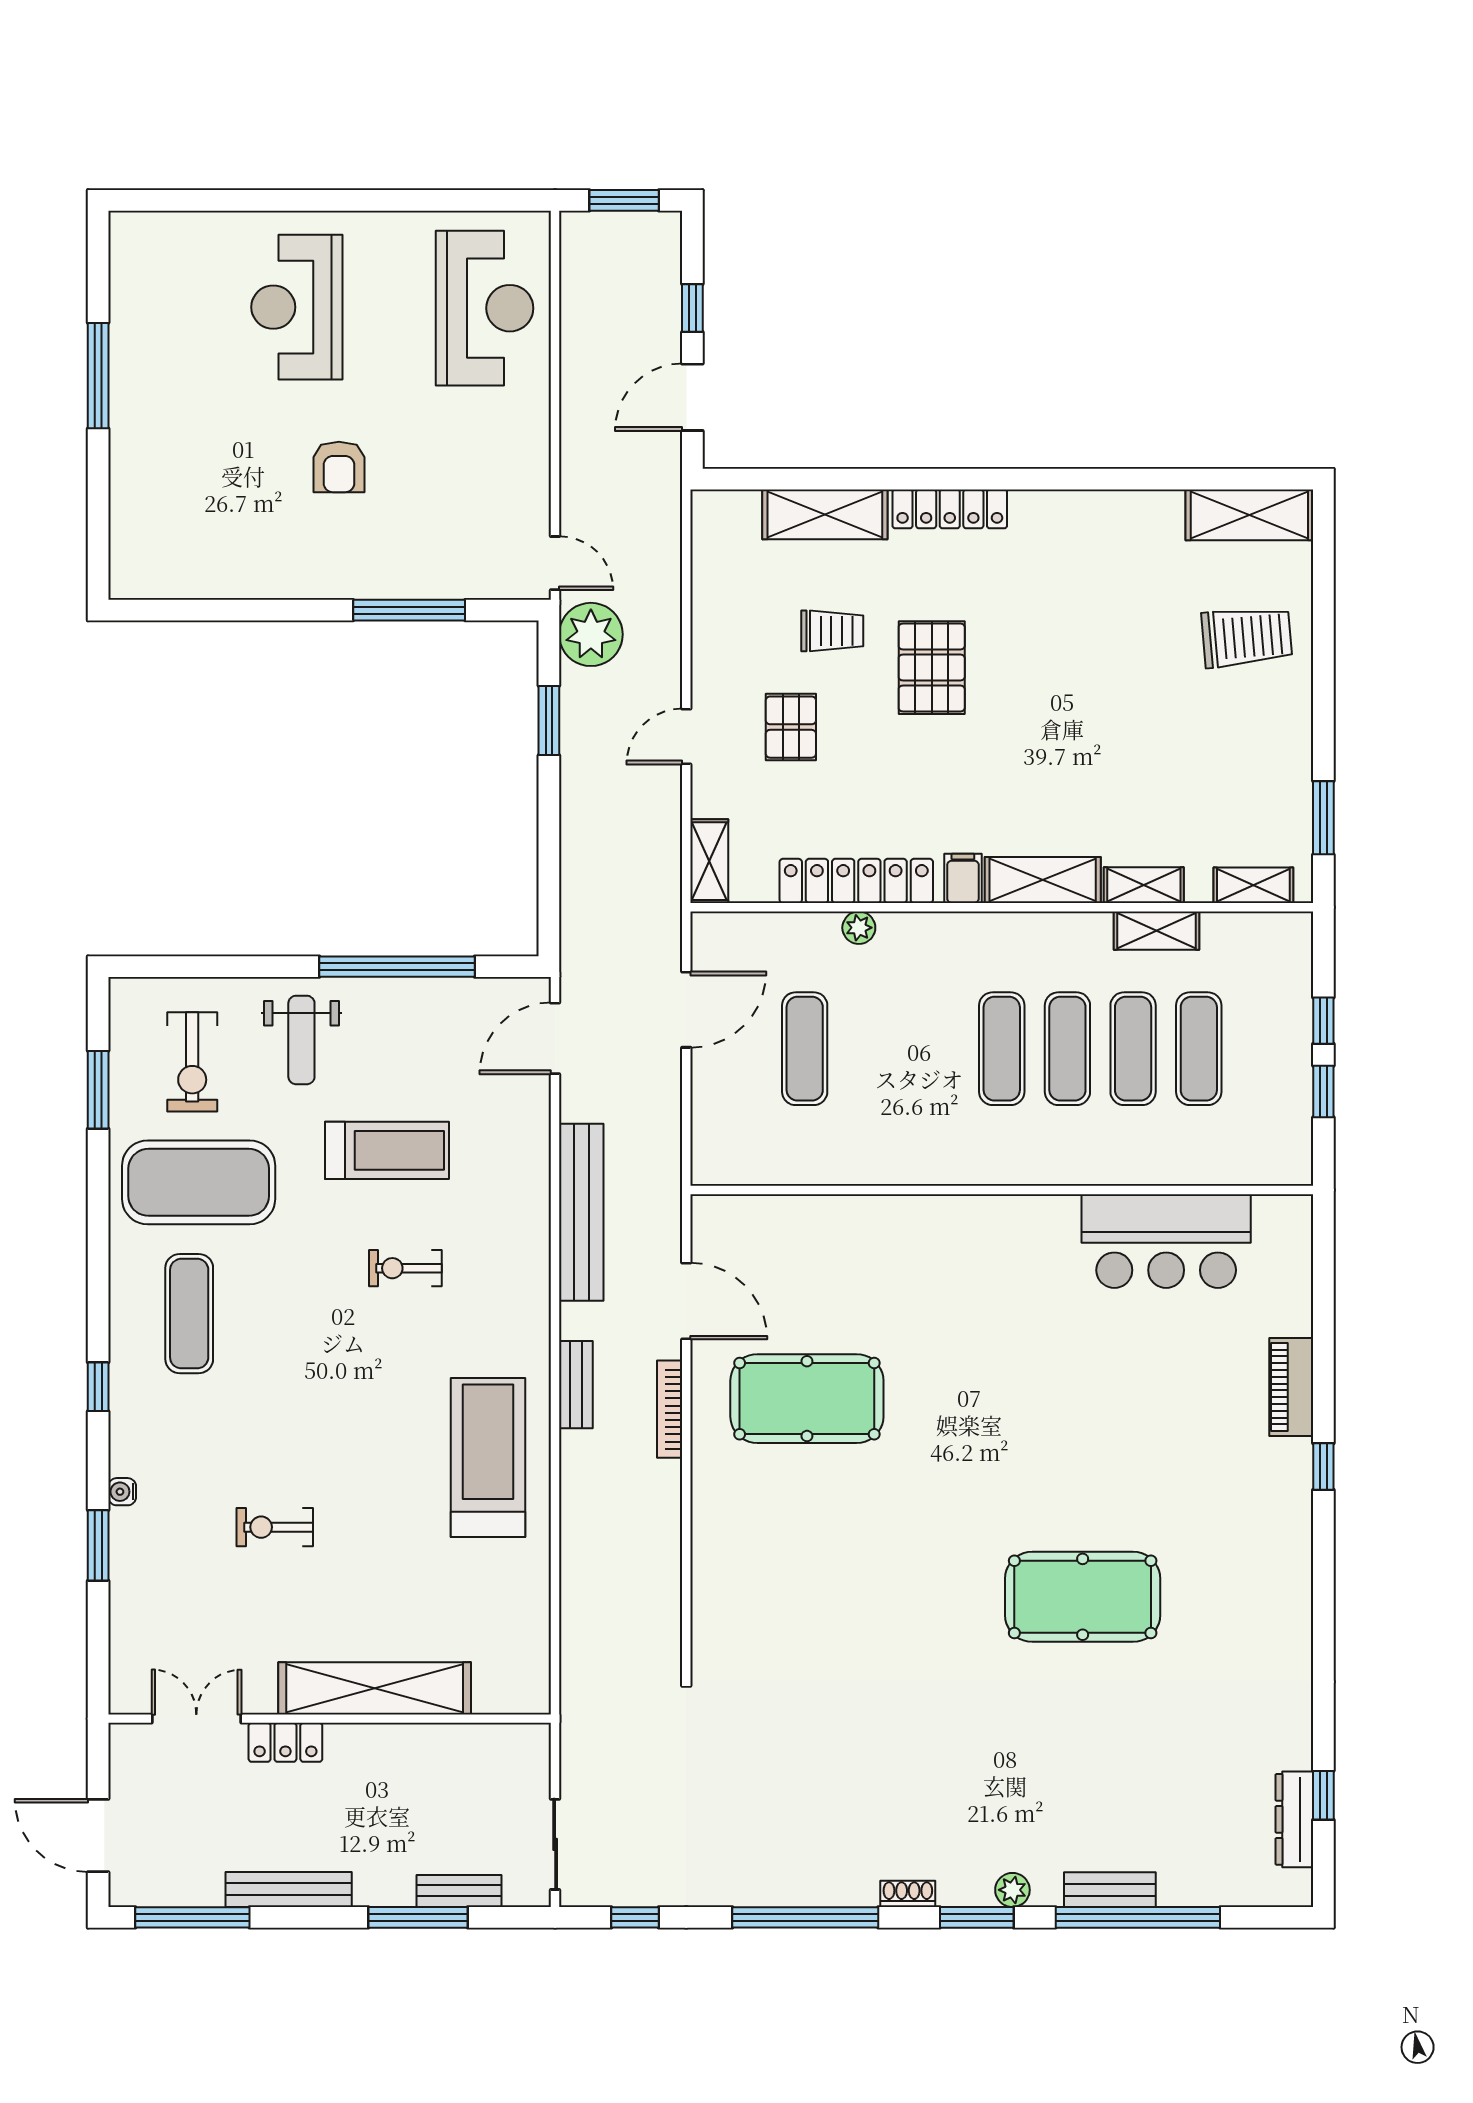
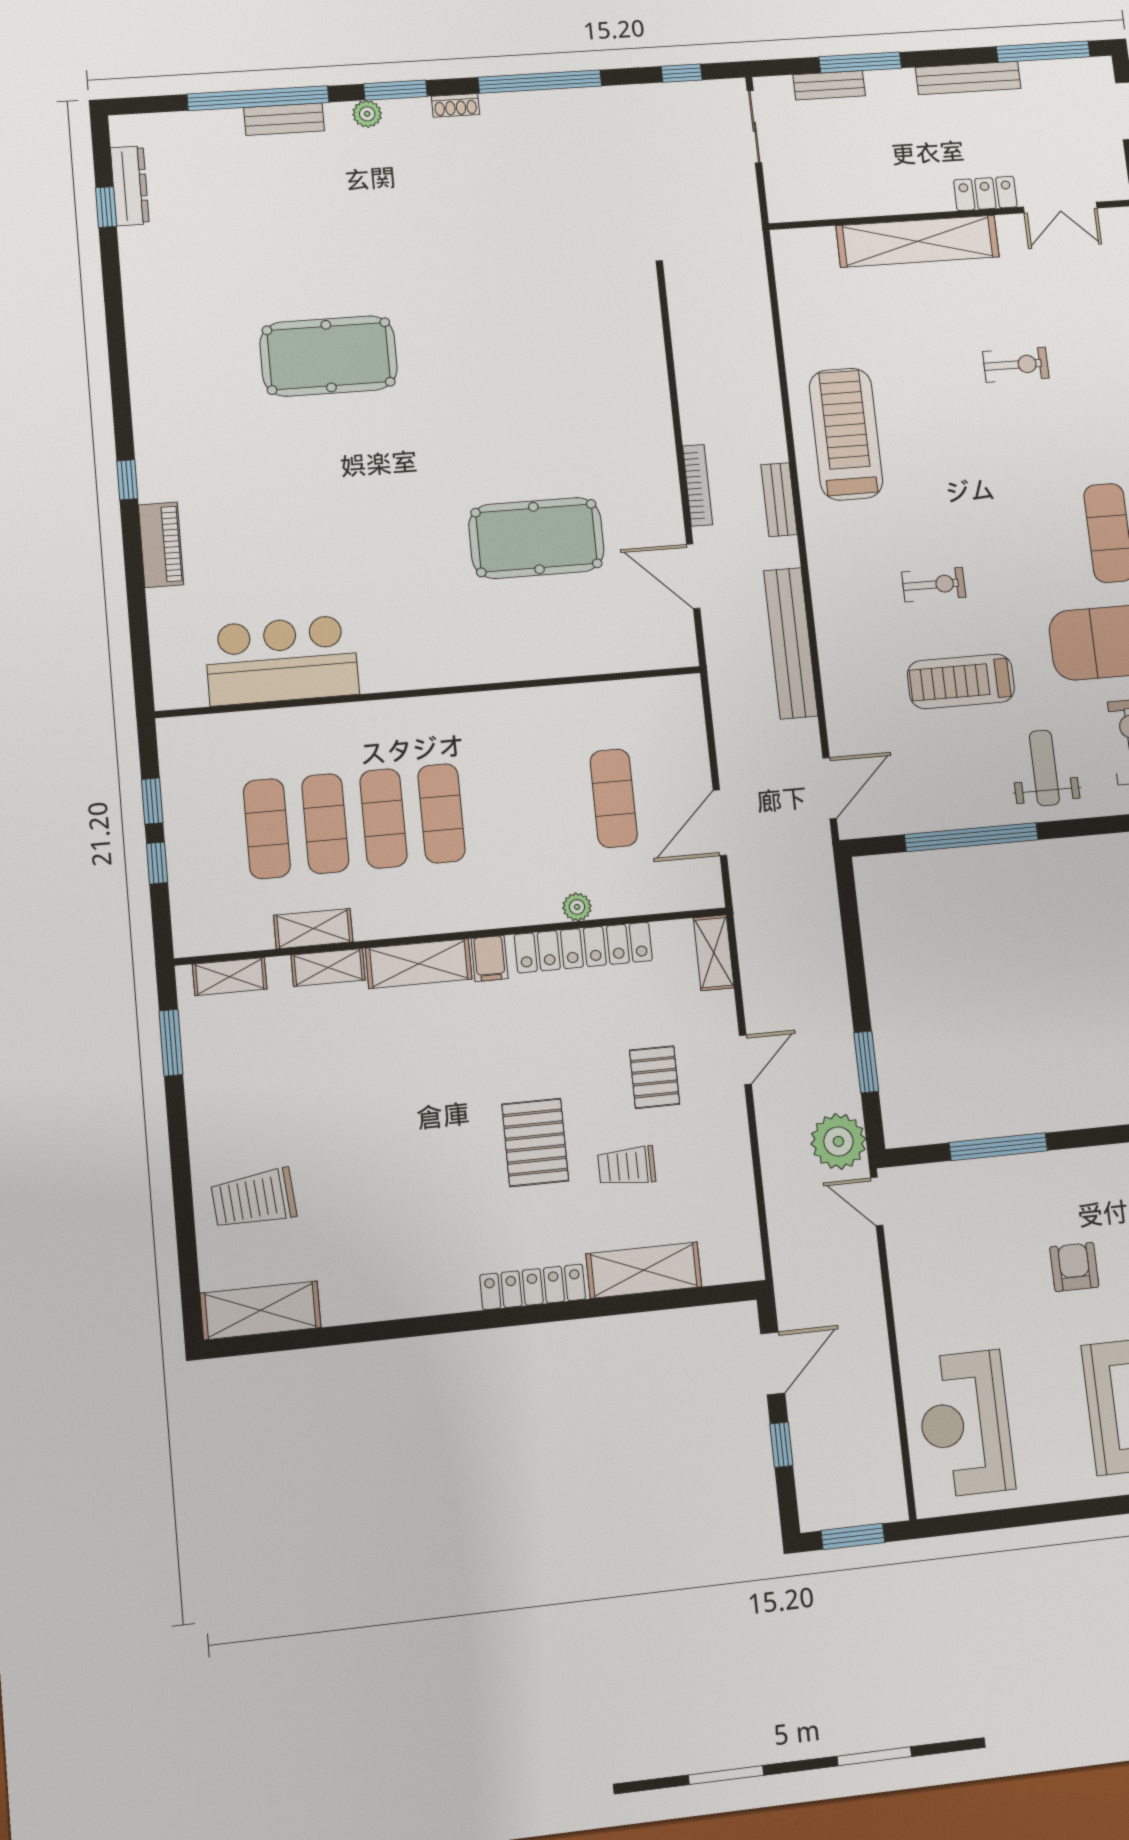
pool table: (807, 1399) -> (536, 538), moved
treadmill: (488, 1458) -> (846, 434), turned 180

